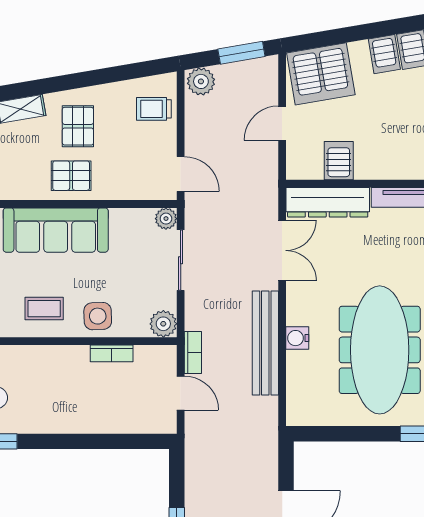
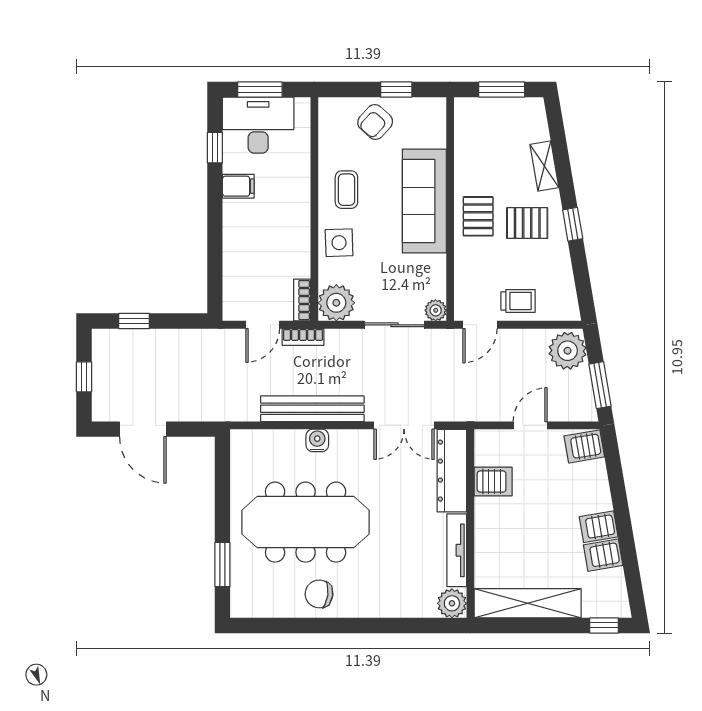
server rack: (321, 74) -> (584, 446), width x0.46, depth x0.70
window: (79, 80) -> (573, 224), added
plant: (201, 81) -> (568, 351), width x1.36, depth x1.36
trolley: (154, 109) -> (518, 301), moved, turned 90
door: (282, 123) -> (530, 425), hinge flipped
plant: (163, 324) -> (336, 303), width x1.36, depth x1.36
bookcase: (112, 353) -> (302, 300), moved
filing cabinet: (41, 418) -> (238, 186), added

